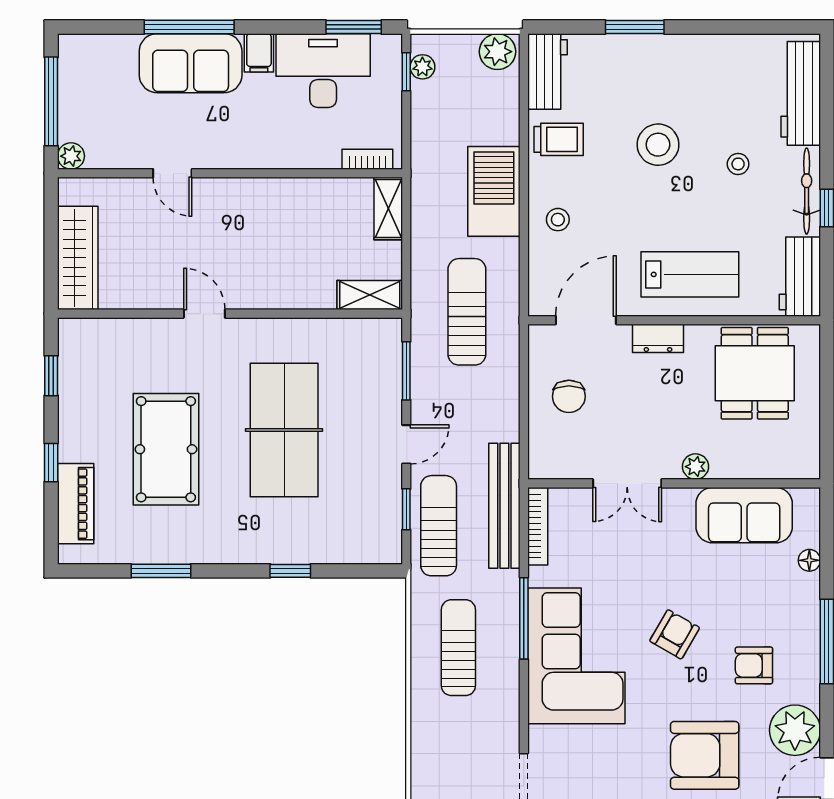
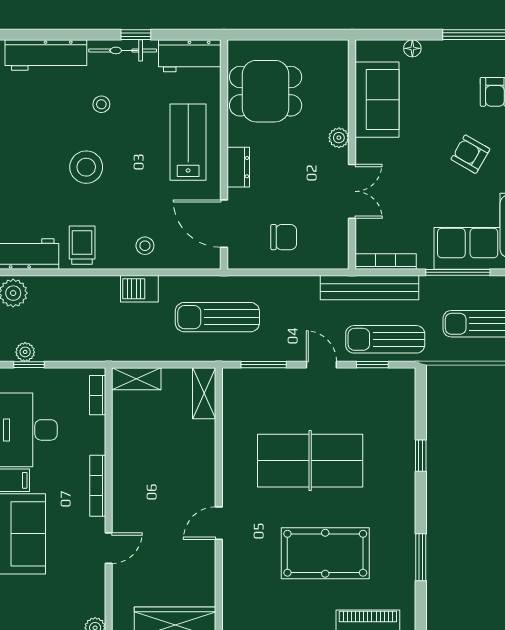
bookcase: (252, 159) -> (98, 486), added
barbecue: (494, 191) -> (139, 289), width x0.53, depth x0.65

